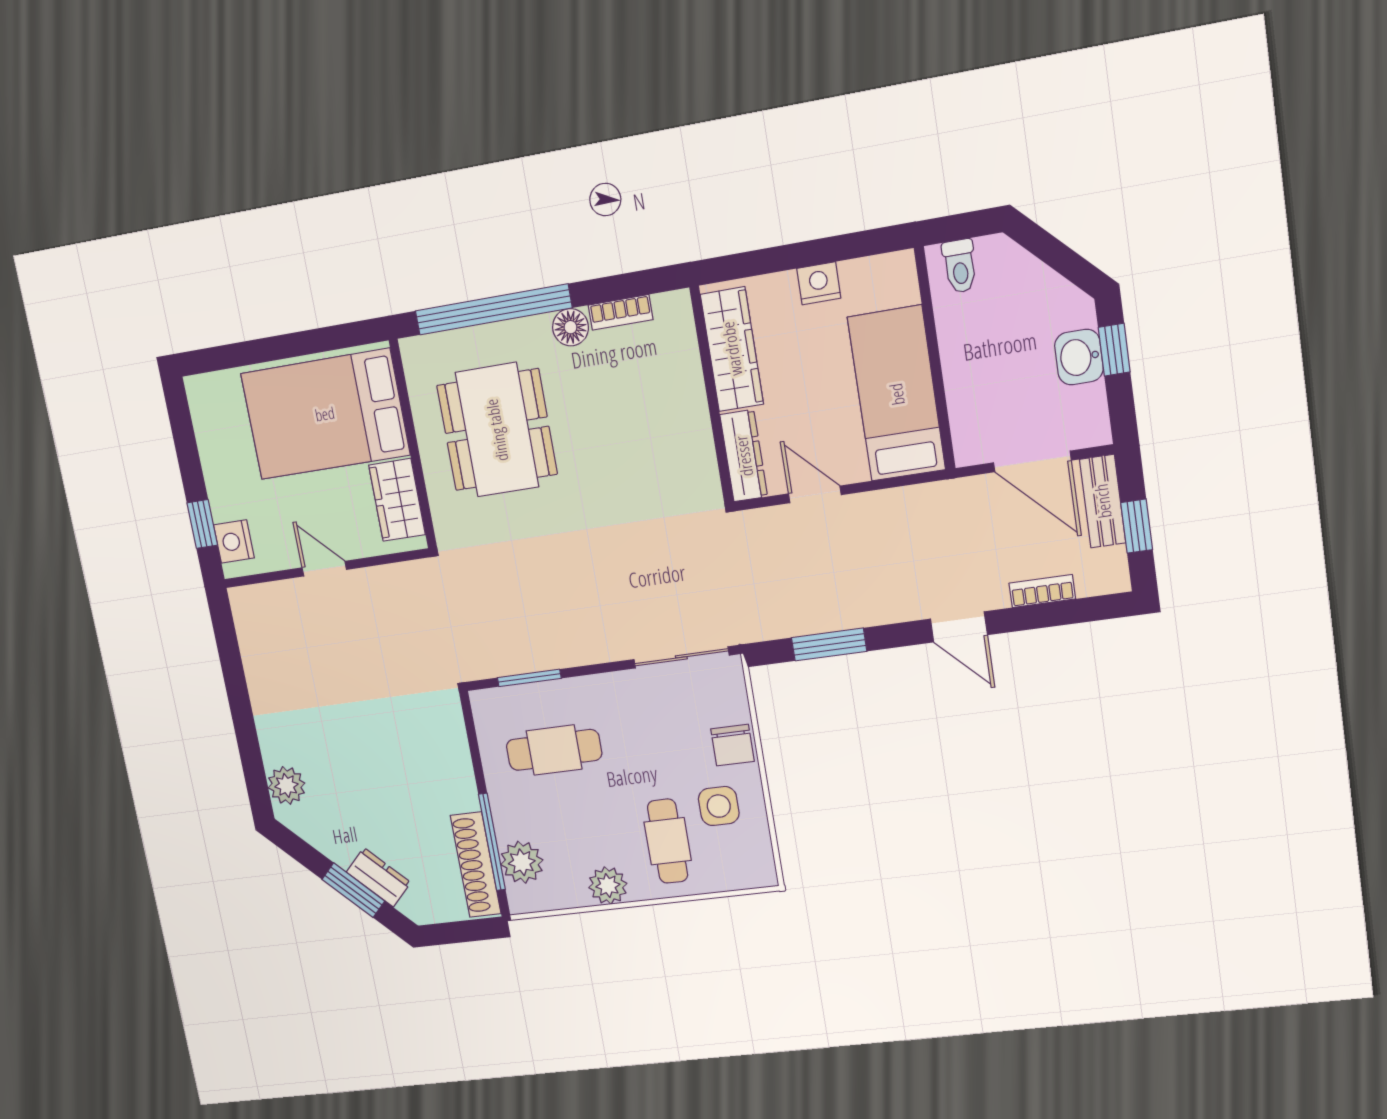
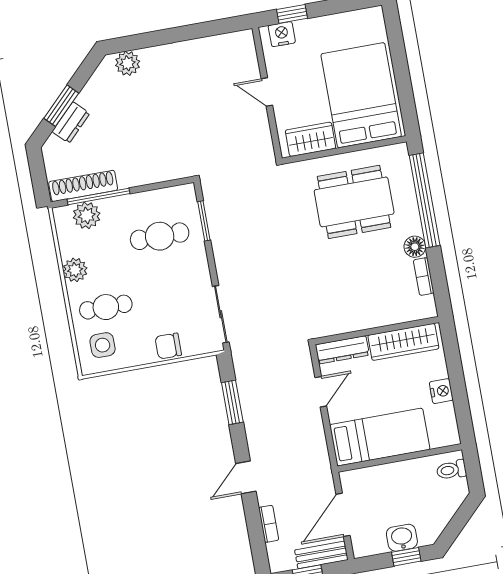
door: (324, 569) -> (267, 92), swing flipped
cafe table: (554, 750) -> (160, 236), turned 90
side table: (719, 806) -> (103, 345), moved

